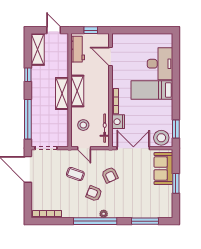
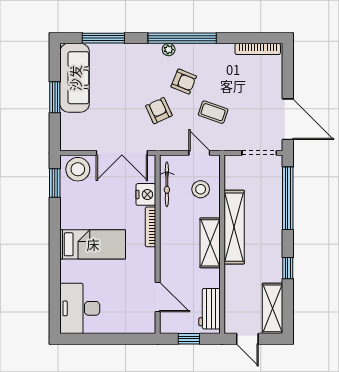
desk: (160, 64) -> (80, 308), moved
shelving: (62, 94) -> (234, 227), width x1.47
sofa: (163, 169) -> (75, 78), moved, width x1.36

